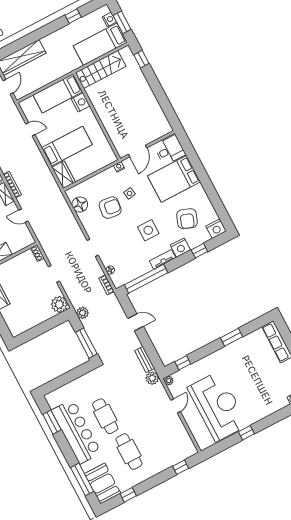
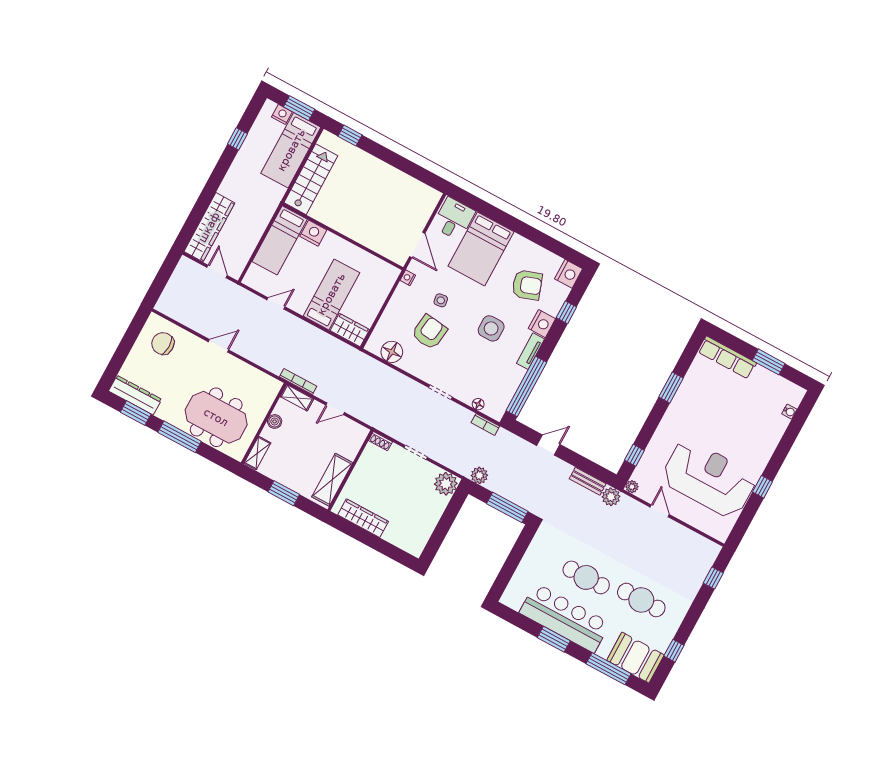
armchair: (187, 219) -> (527, 285), turned -39
window: (52, 422) -> (554, 639), moved

